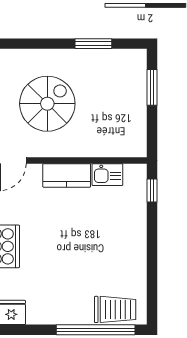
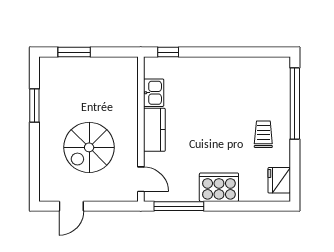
spiral stairs: (47, 104) -> (89, 147), turned -90
trolley: (115, 309) -> (263, 134), moved, width x0.73, depth x0.72

